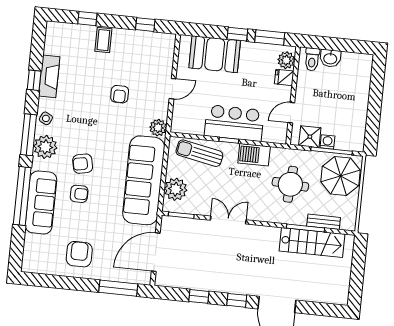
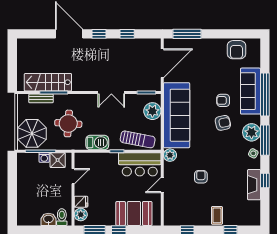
bar counter: (234, 123) -> (140, 164), moved
armchair: (79, 254) -> (236, 50), moved

